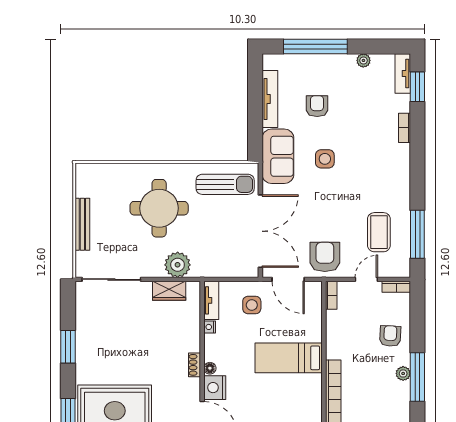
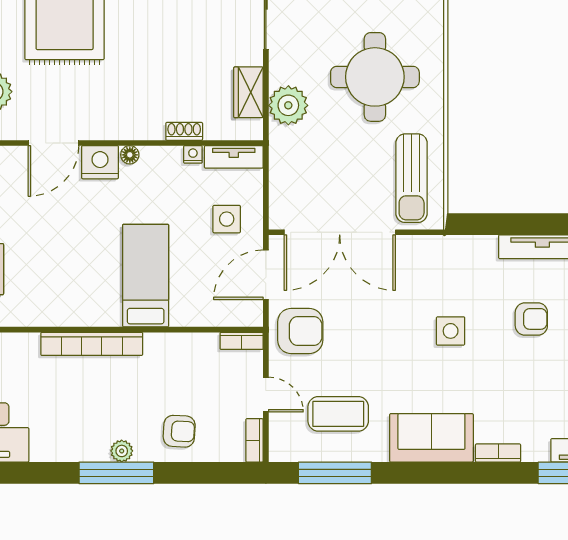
sofa: (278, 156) -> (431, 438), moved, turned 180
shoe rack: (195, 365) -> (184, 131), moved

